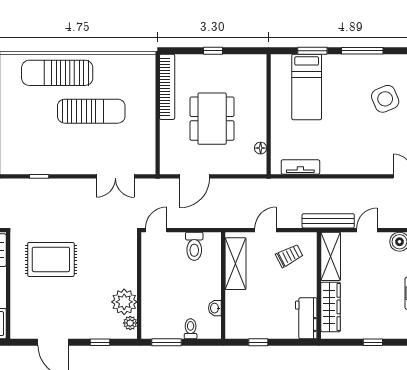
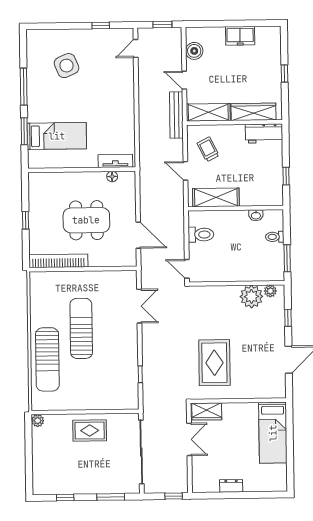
tv unit: (300, 167) -> (115, 161), moved, turned 90

